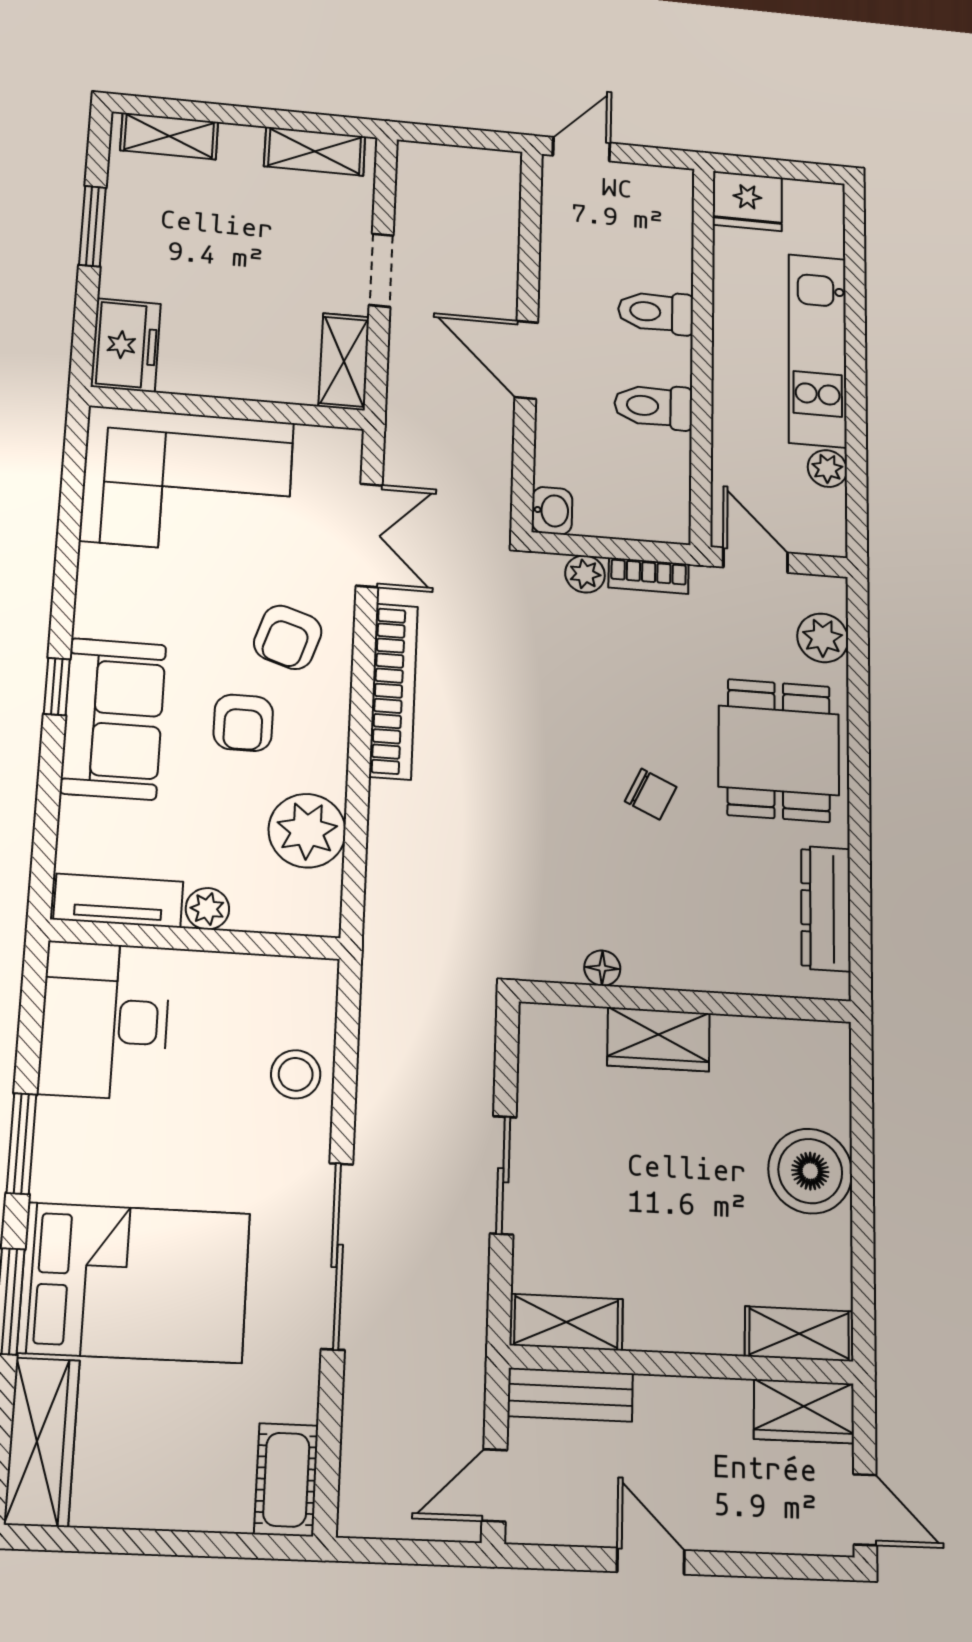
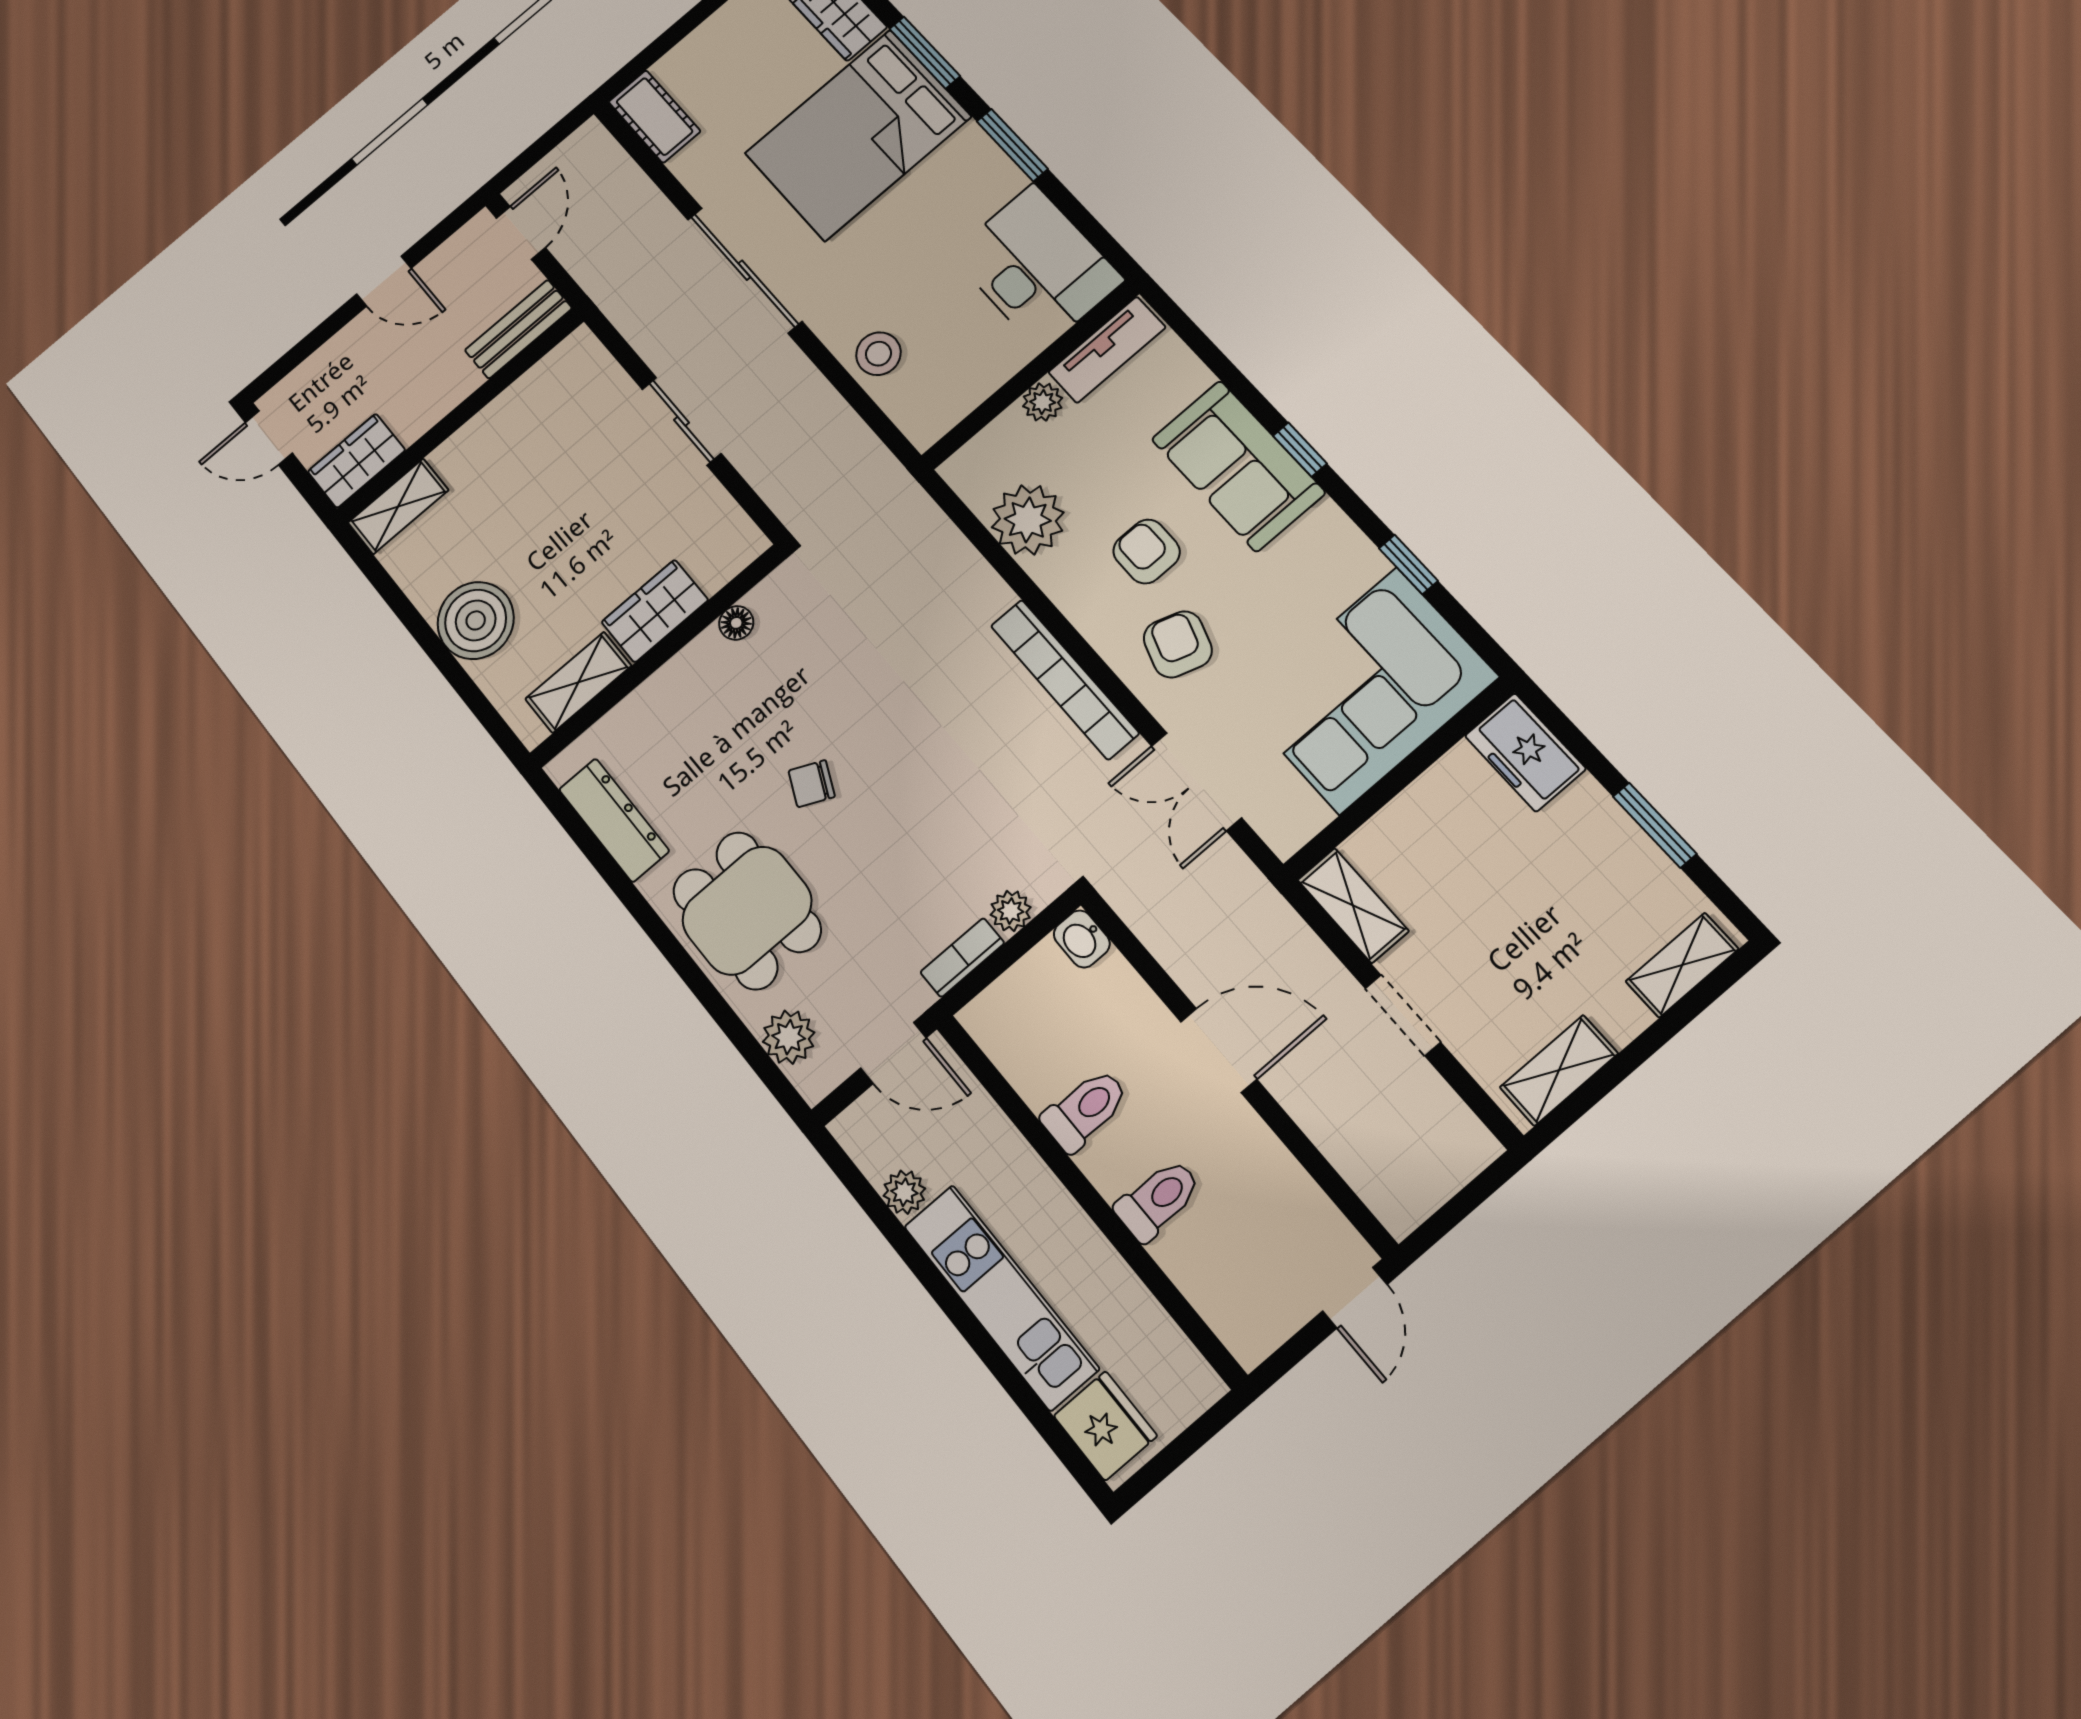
fridge: (747, 201) -> (1105, 1426), moved, turned 90
window: (69, 535) -> (1408, 564), added
shelving: (566, 1322) -> (578, 682), moved

